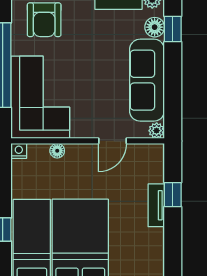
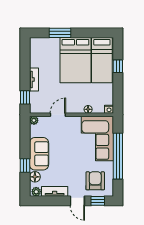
window: (173, 29) -> (25, 165), moved
sofa: (147, 80) -> (39, 154), width x0.73
window: (173, 195) -> (25, 97), moved

